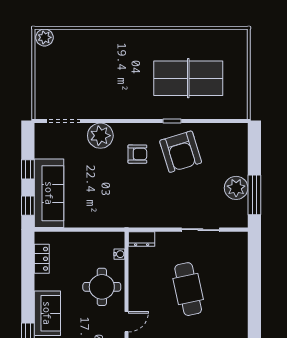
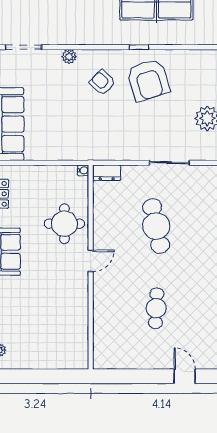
plant: (100, 136) -> (69, 57), width x0.53, depth x0.53
armchair: (137, 154) -> (102, 82), turned -136
water cooler: (119, 254) -> (83, 170), moved

